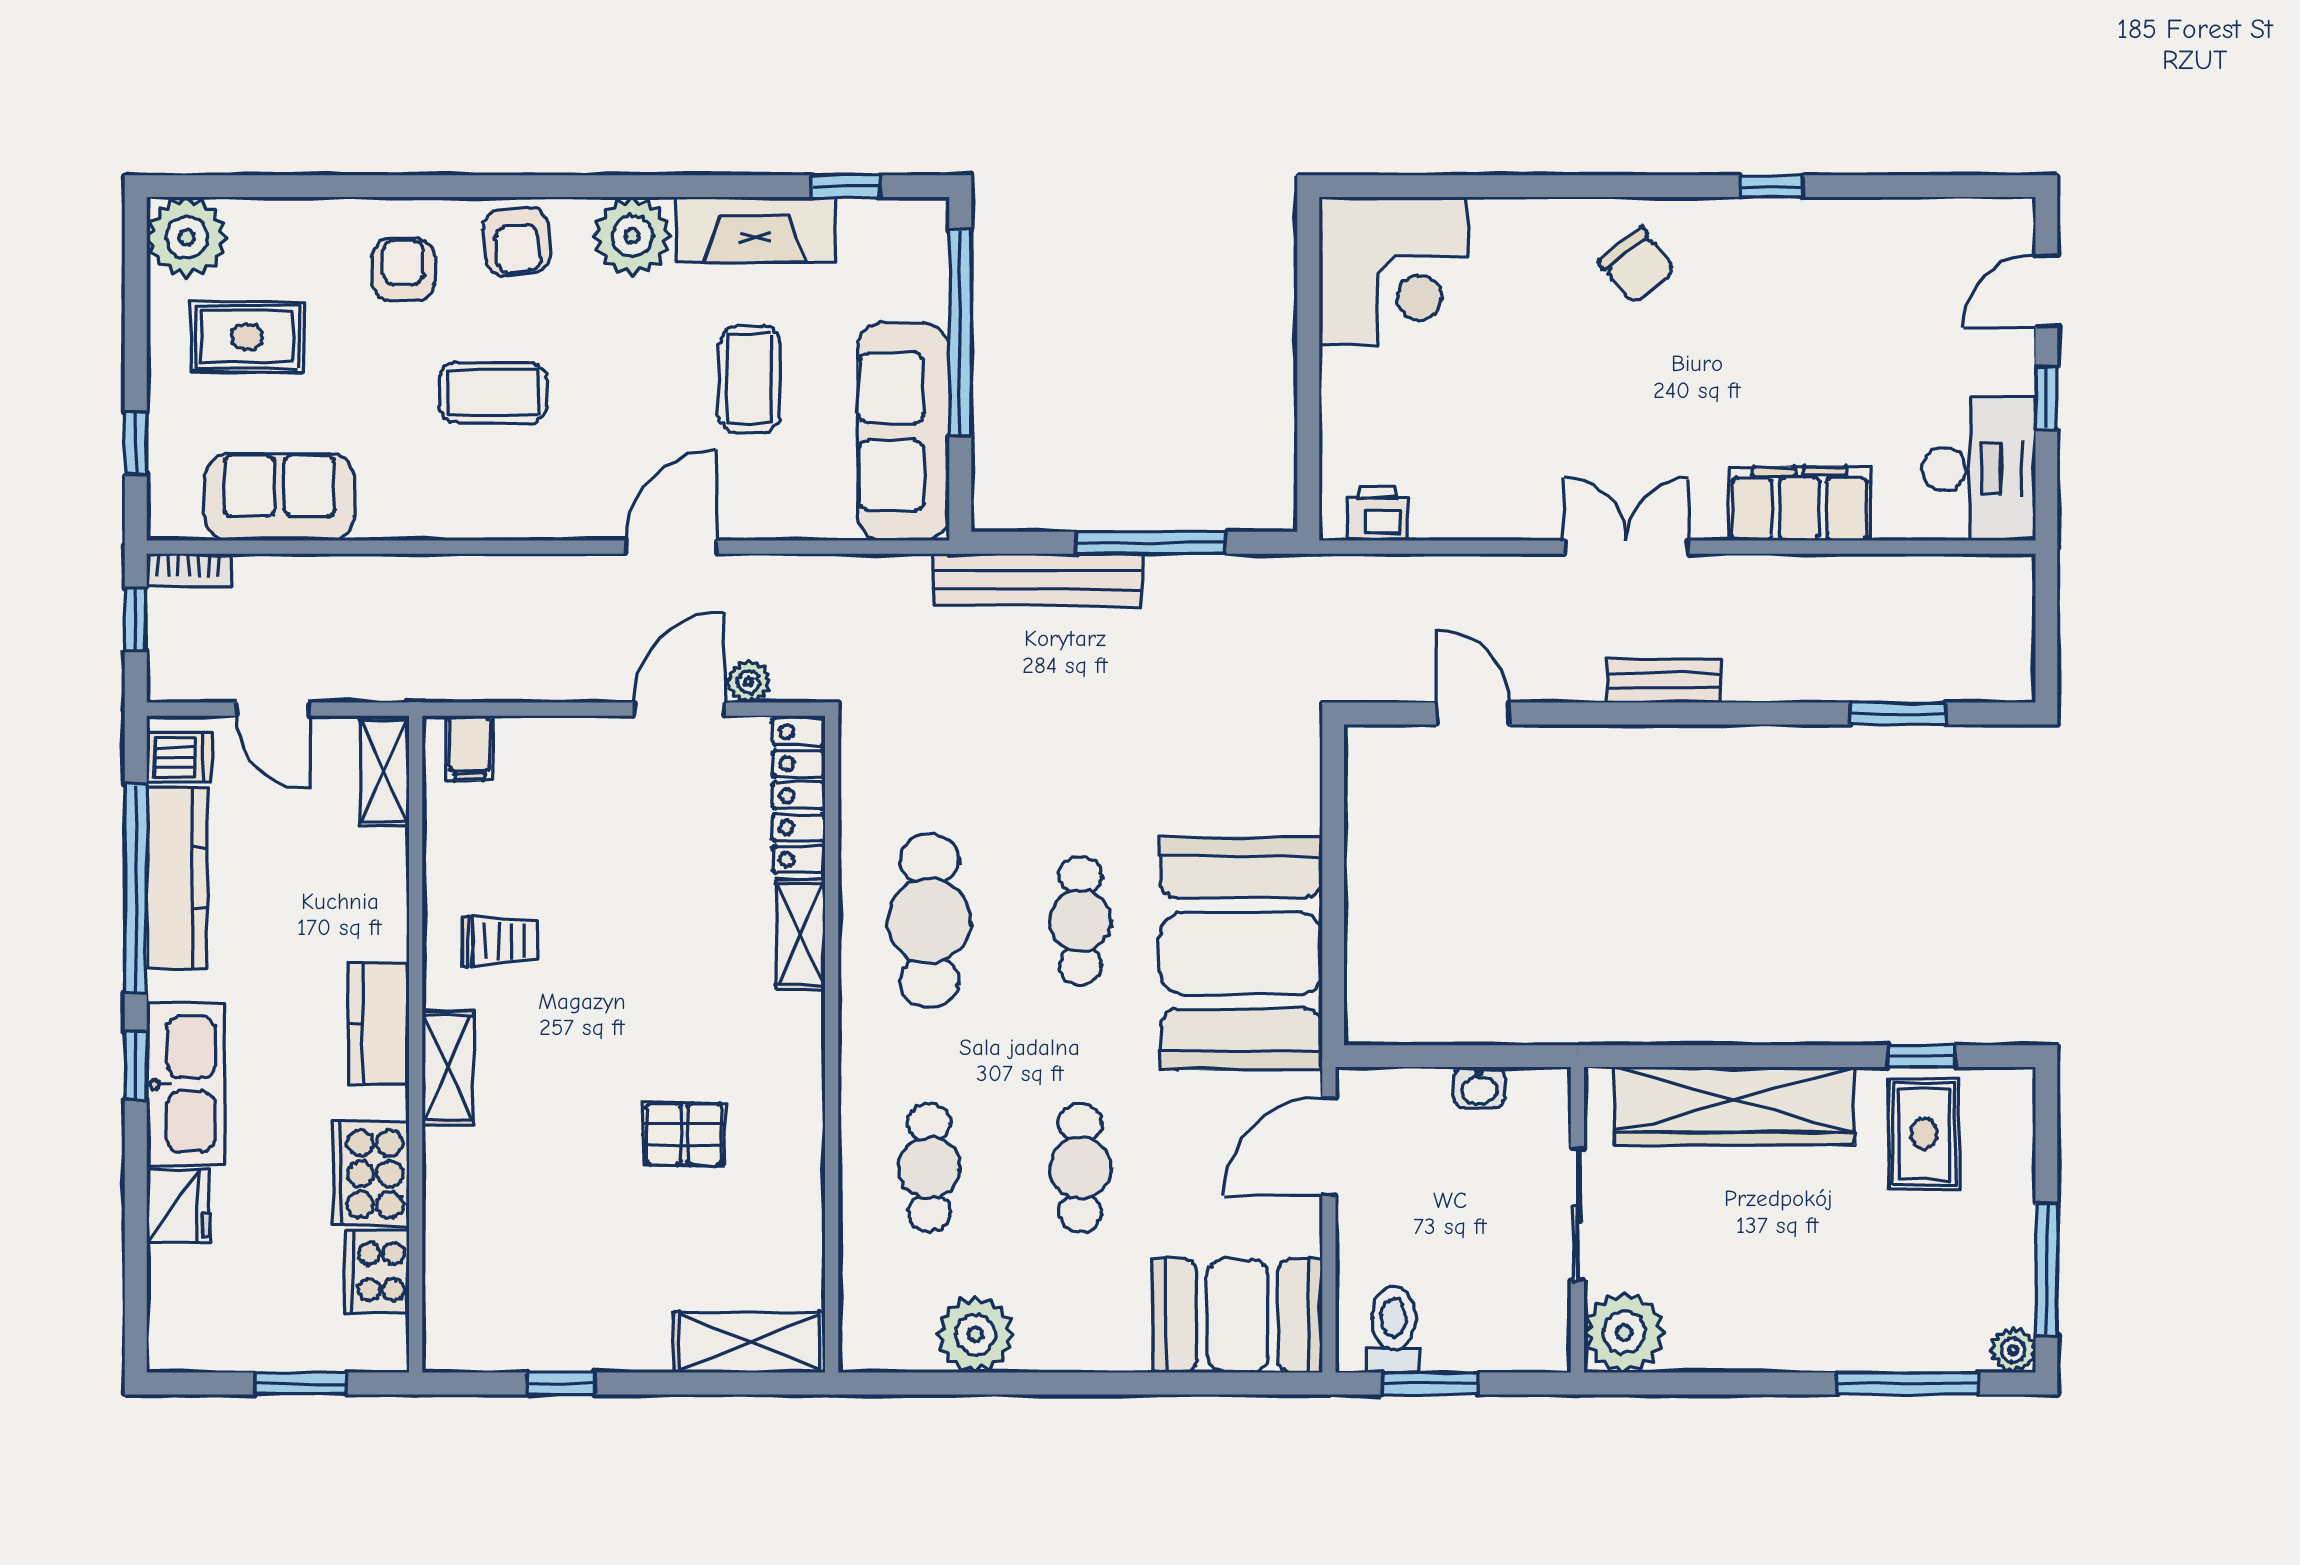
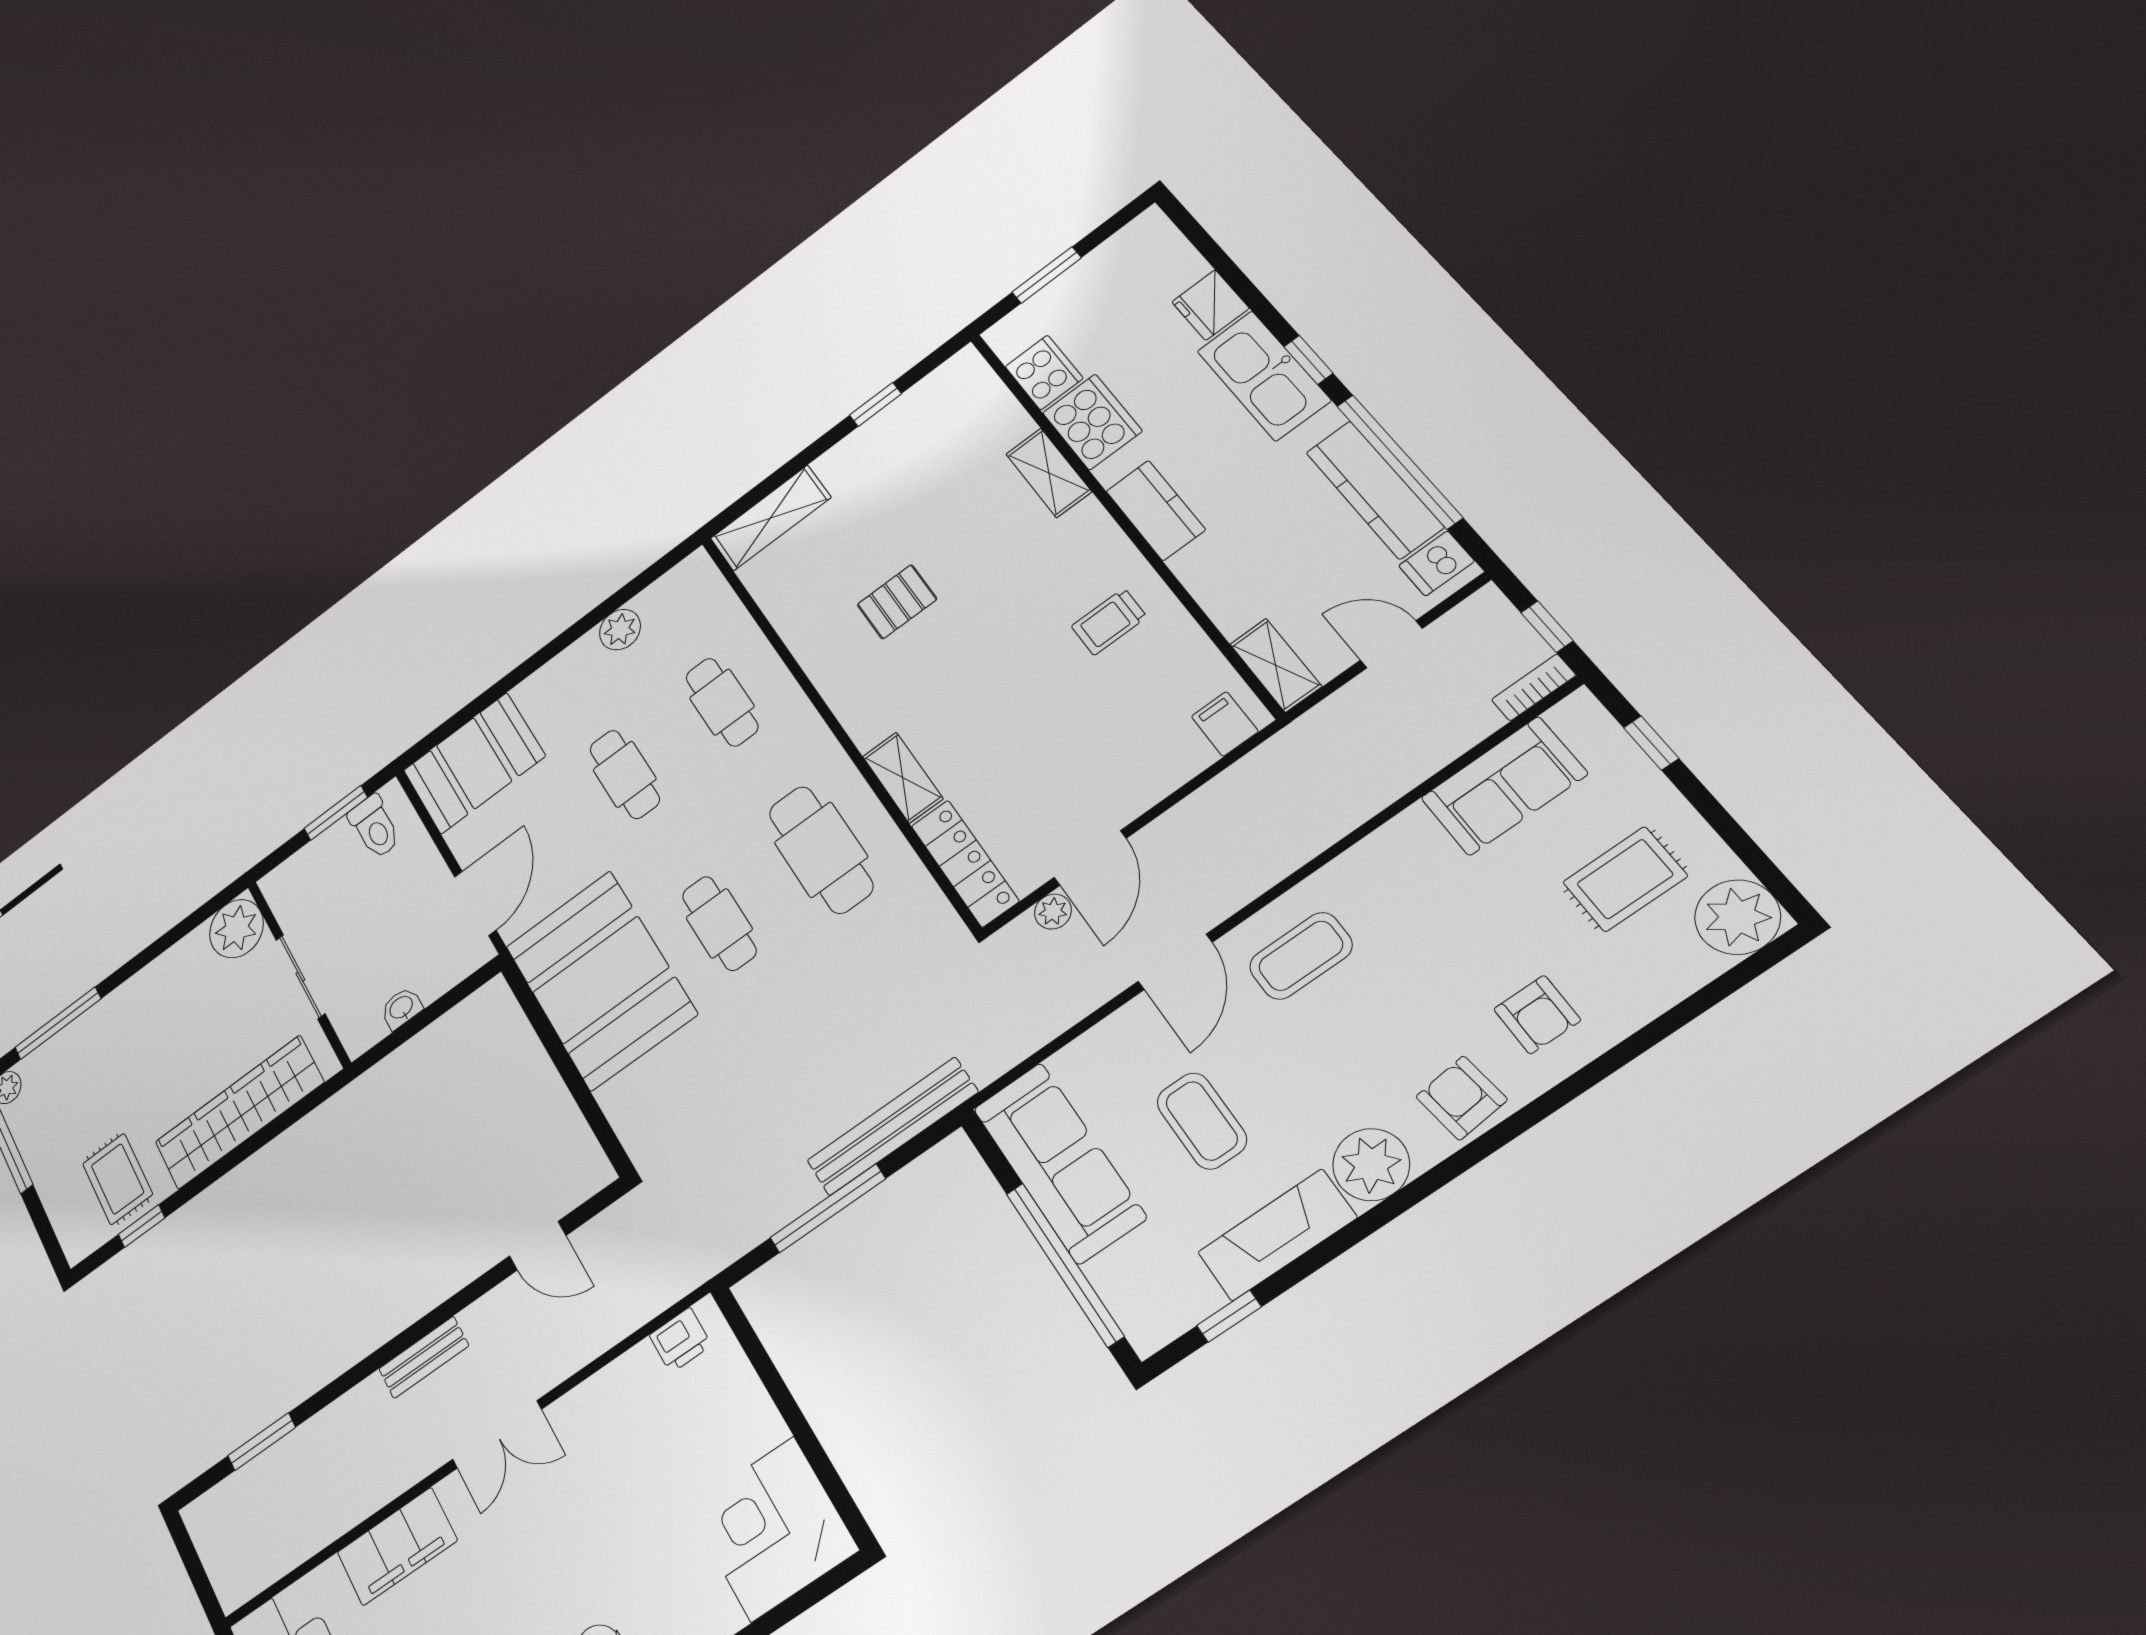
coffee table: (493, 393) -> (1301, 956), moved
shelving: (448, 1068) -> (1049, 473), moved
plant: (975, 1334) -> (620, 630), width x0.73, depth x0.73

